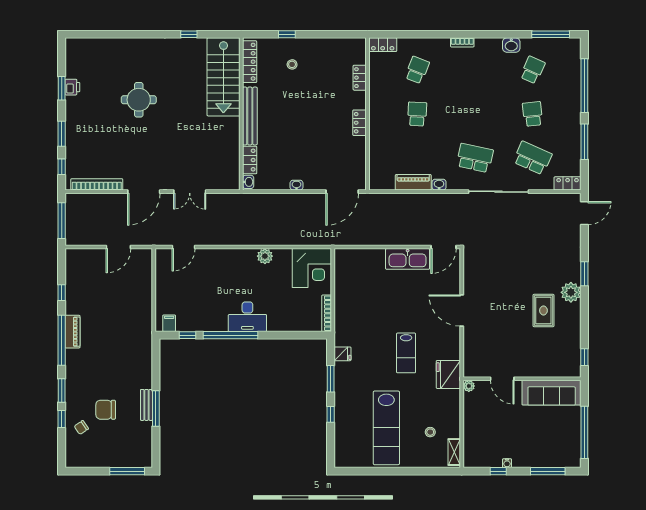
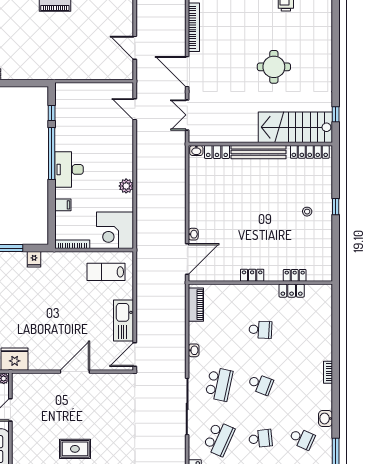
locker: (383, 45) -> (292, 291), moved, turned -90
locker: (250, 62) -> (310, 152), moved
school desk: (417, 70) -> (260, 384), moved
stairs: (223, 77) -> (295, 127), moved
wall: (241, 114) -> (260, 144), moved
bench: (250, 116) -> (259, 152), moved
locker: (250, 160) -> (217, 152), moved
washbasin: (248, 182) -> (196, 151), moved
piano: (413, 182) -> (196, 305), moved
washbasin: (297, 185) -> (193, 234), moved
door: (342, 192) -> (187, 259), swing flipped
door: (444, 247) -> (135, 355), hinge flipped
filing cabinet: (169, 323) -> (63, 205), moved
lab bench: (406, 353) -> (106, 272), moved

